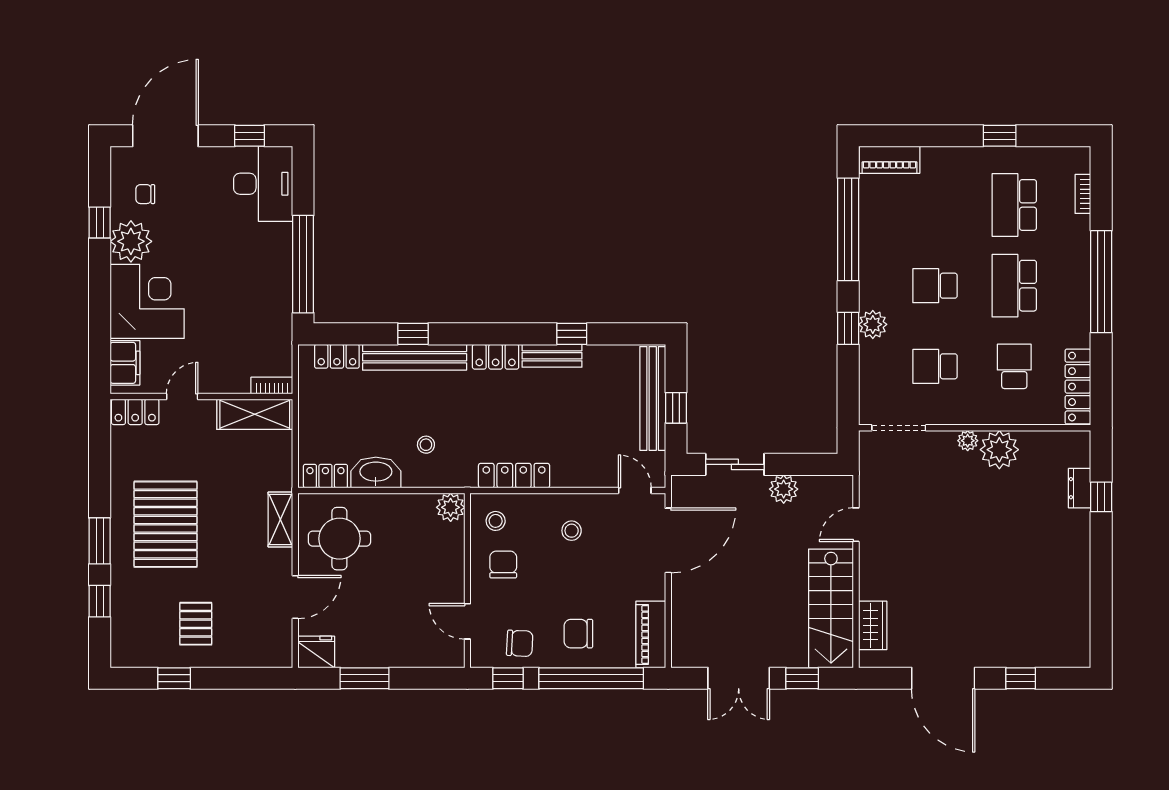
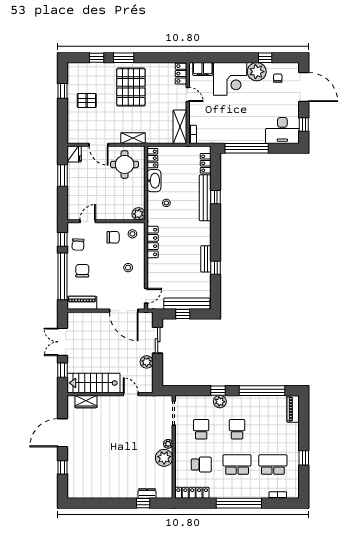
locker: (496, 357) -> (205, 234), removed
pallet: (166, 524) -> (131, 87), turned 90

